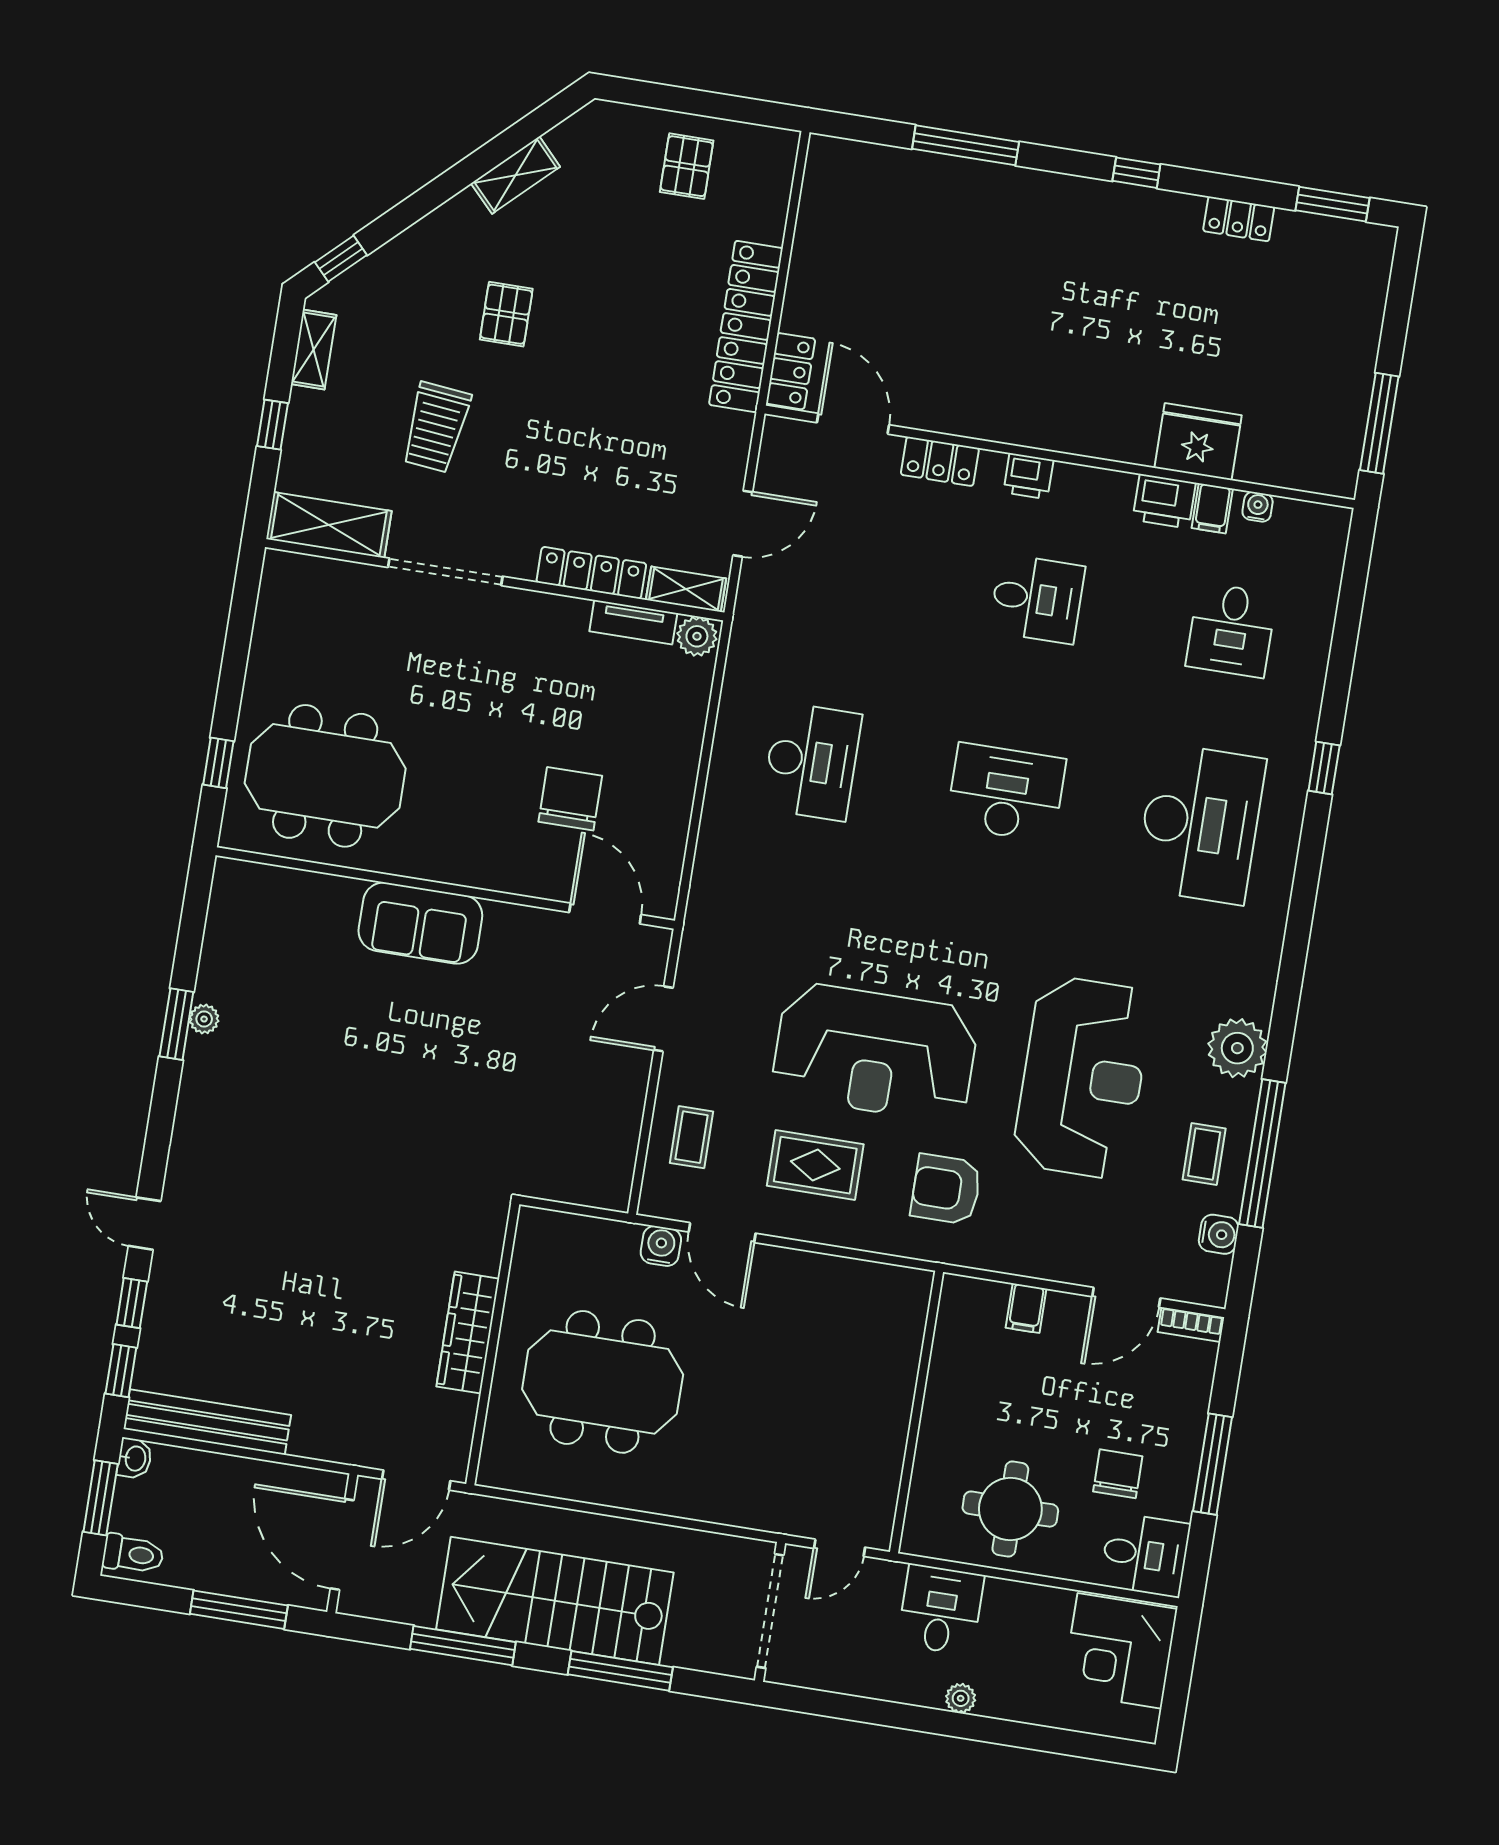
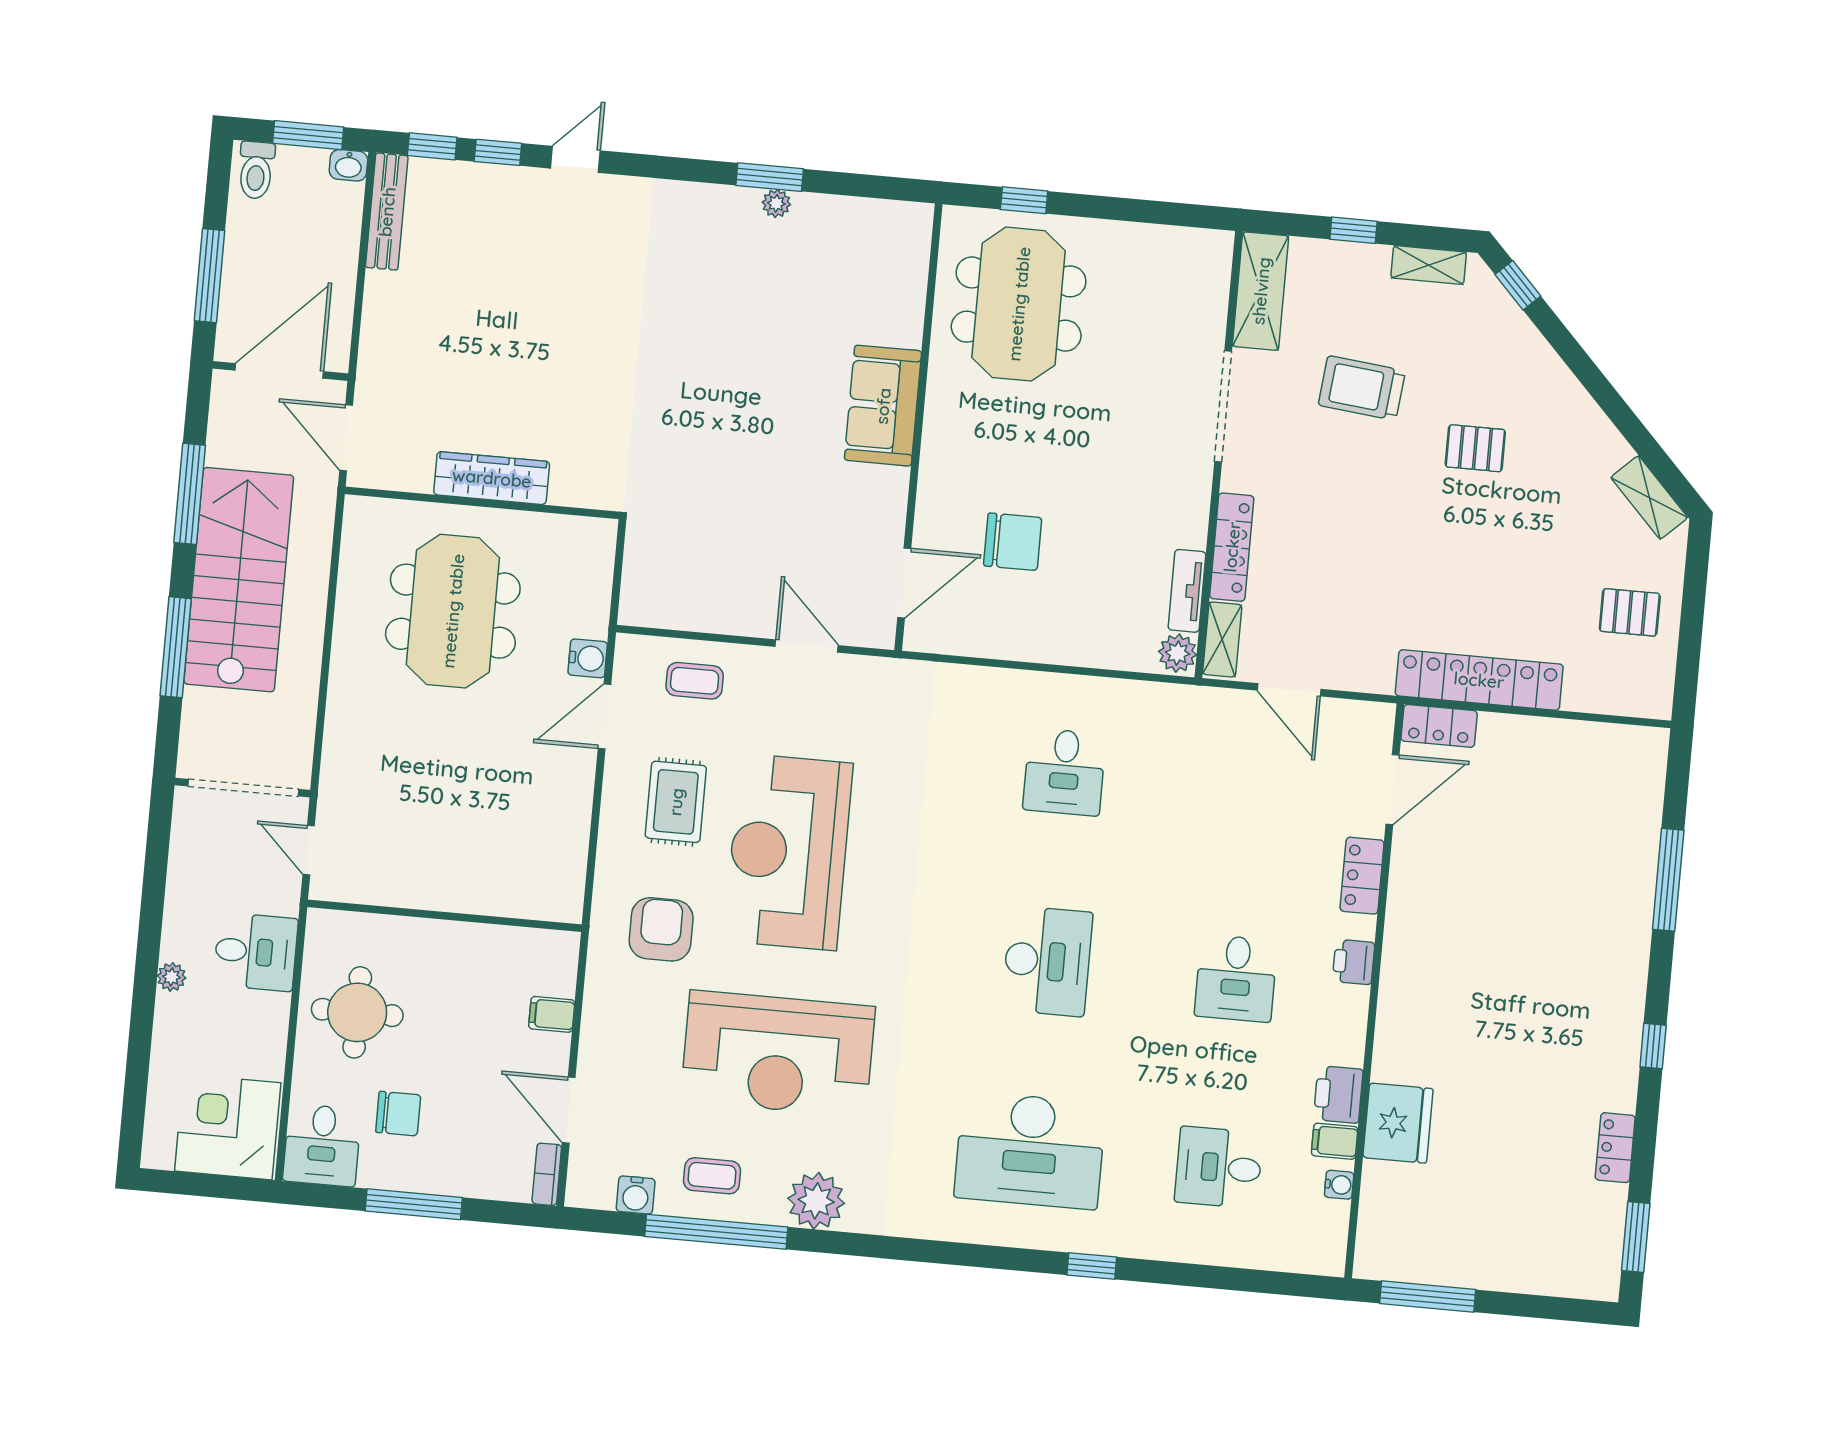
shelving: (516, 175) -> (1649, 497), moved
desk: (812, 761) -> (1064, 772), width x0.73
bench: (207, 1422) -> (387, 212), width x0.73, depth x0.82

